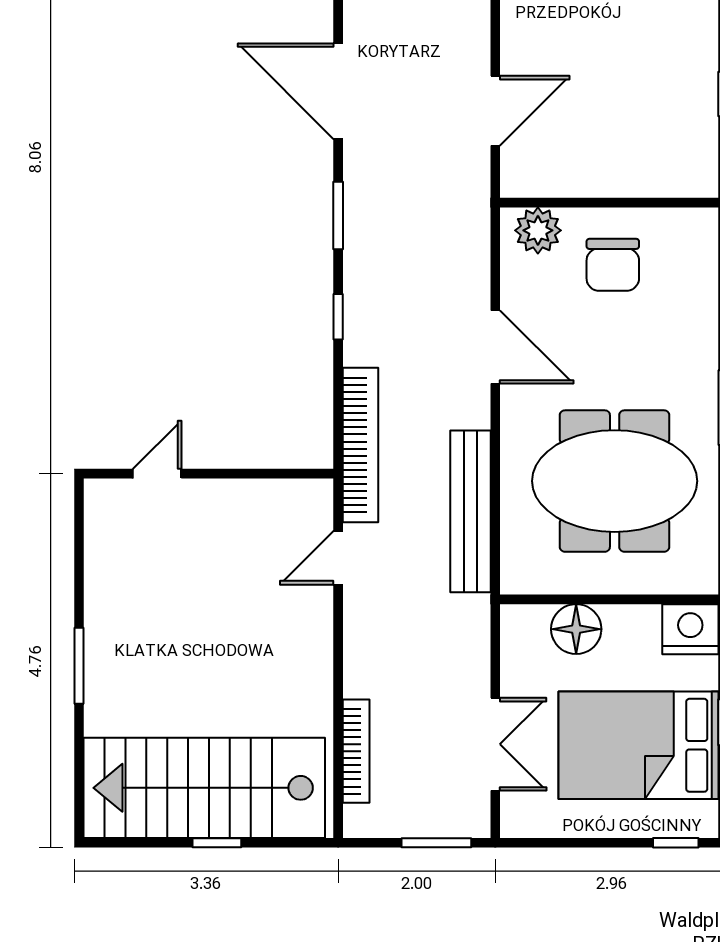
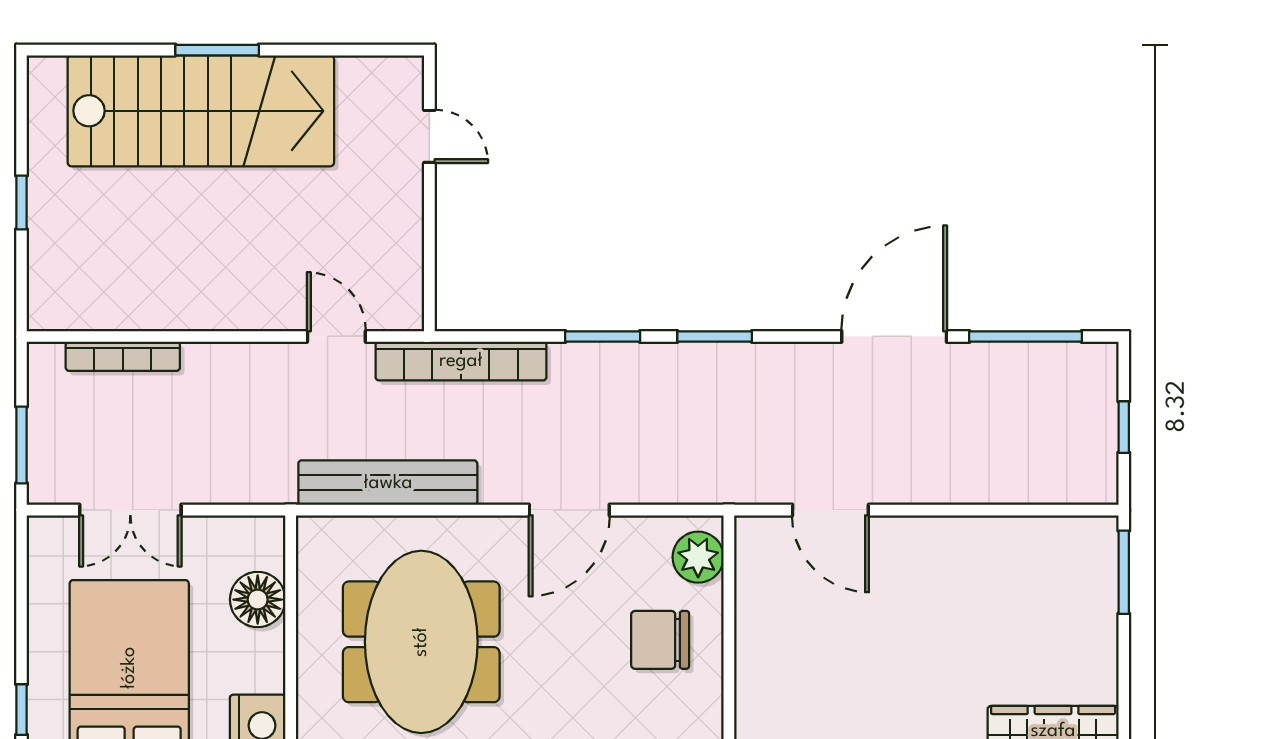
door: (338, 91) -> (894, 336), moved
window: (338, 317) -> (603, 336), width x1.50
stairs: (204, 788) -> (201, 111), moved, turned 90

